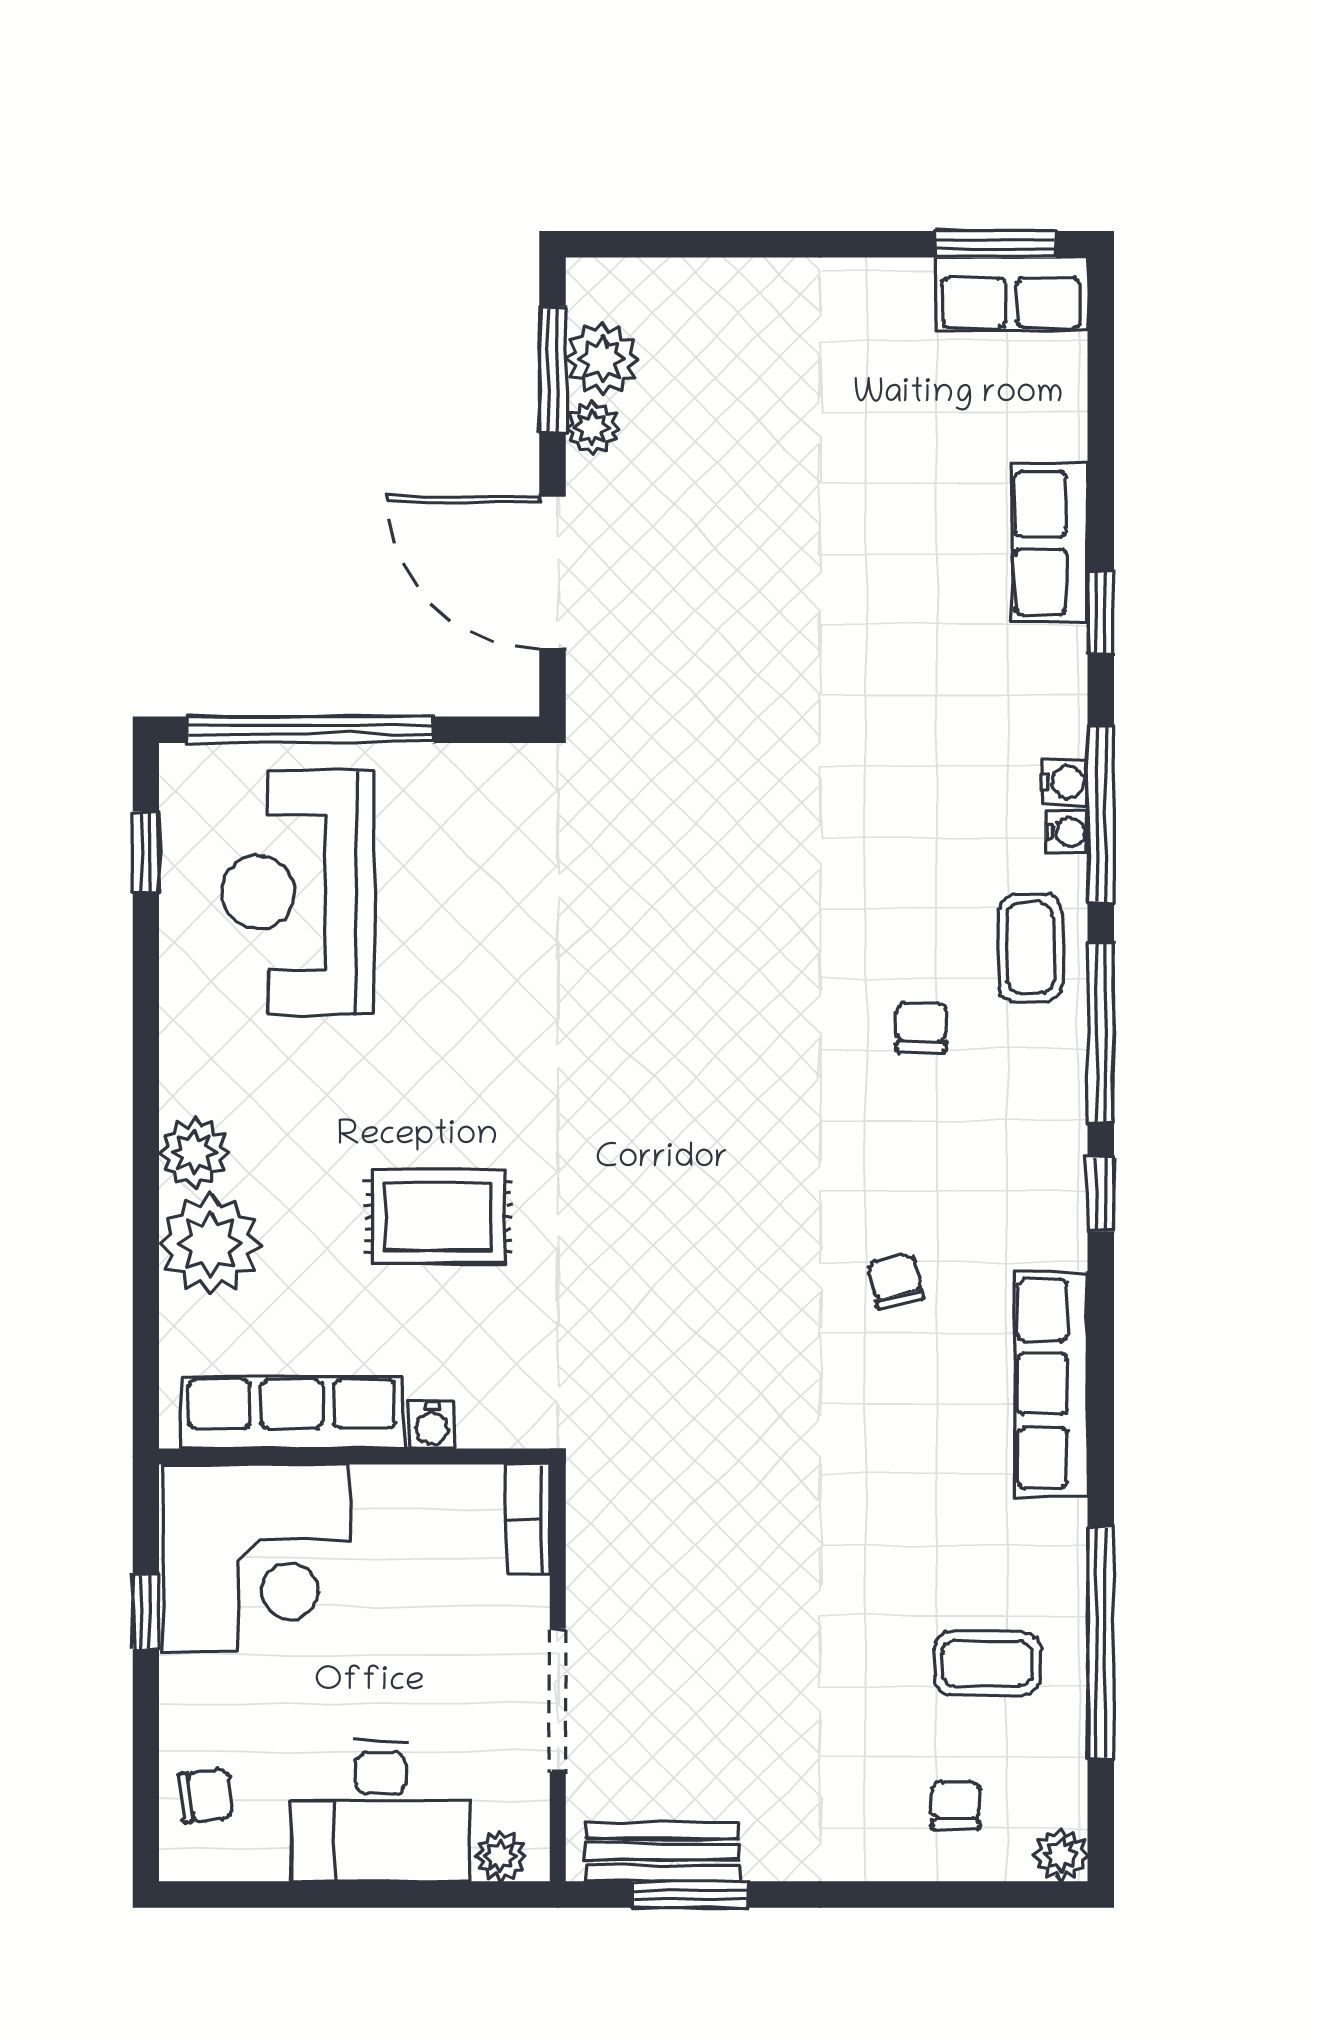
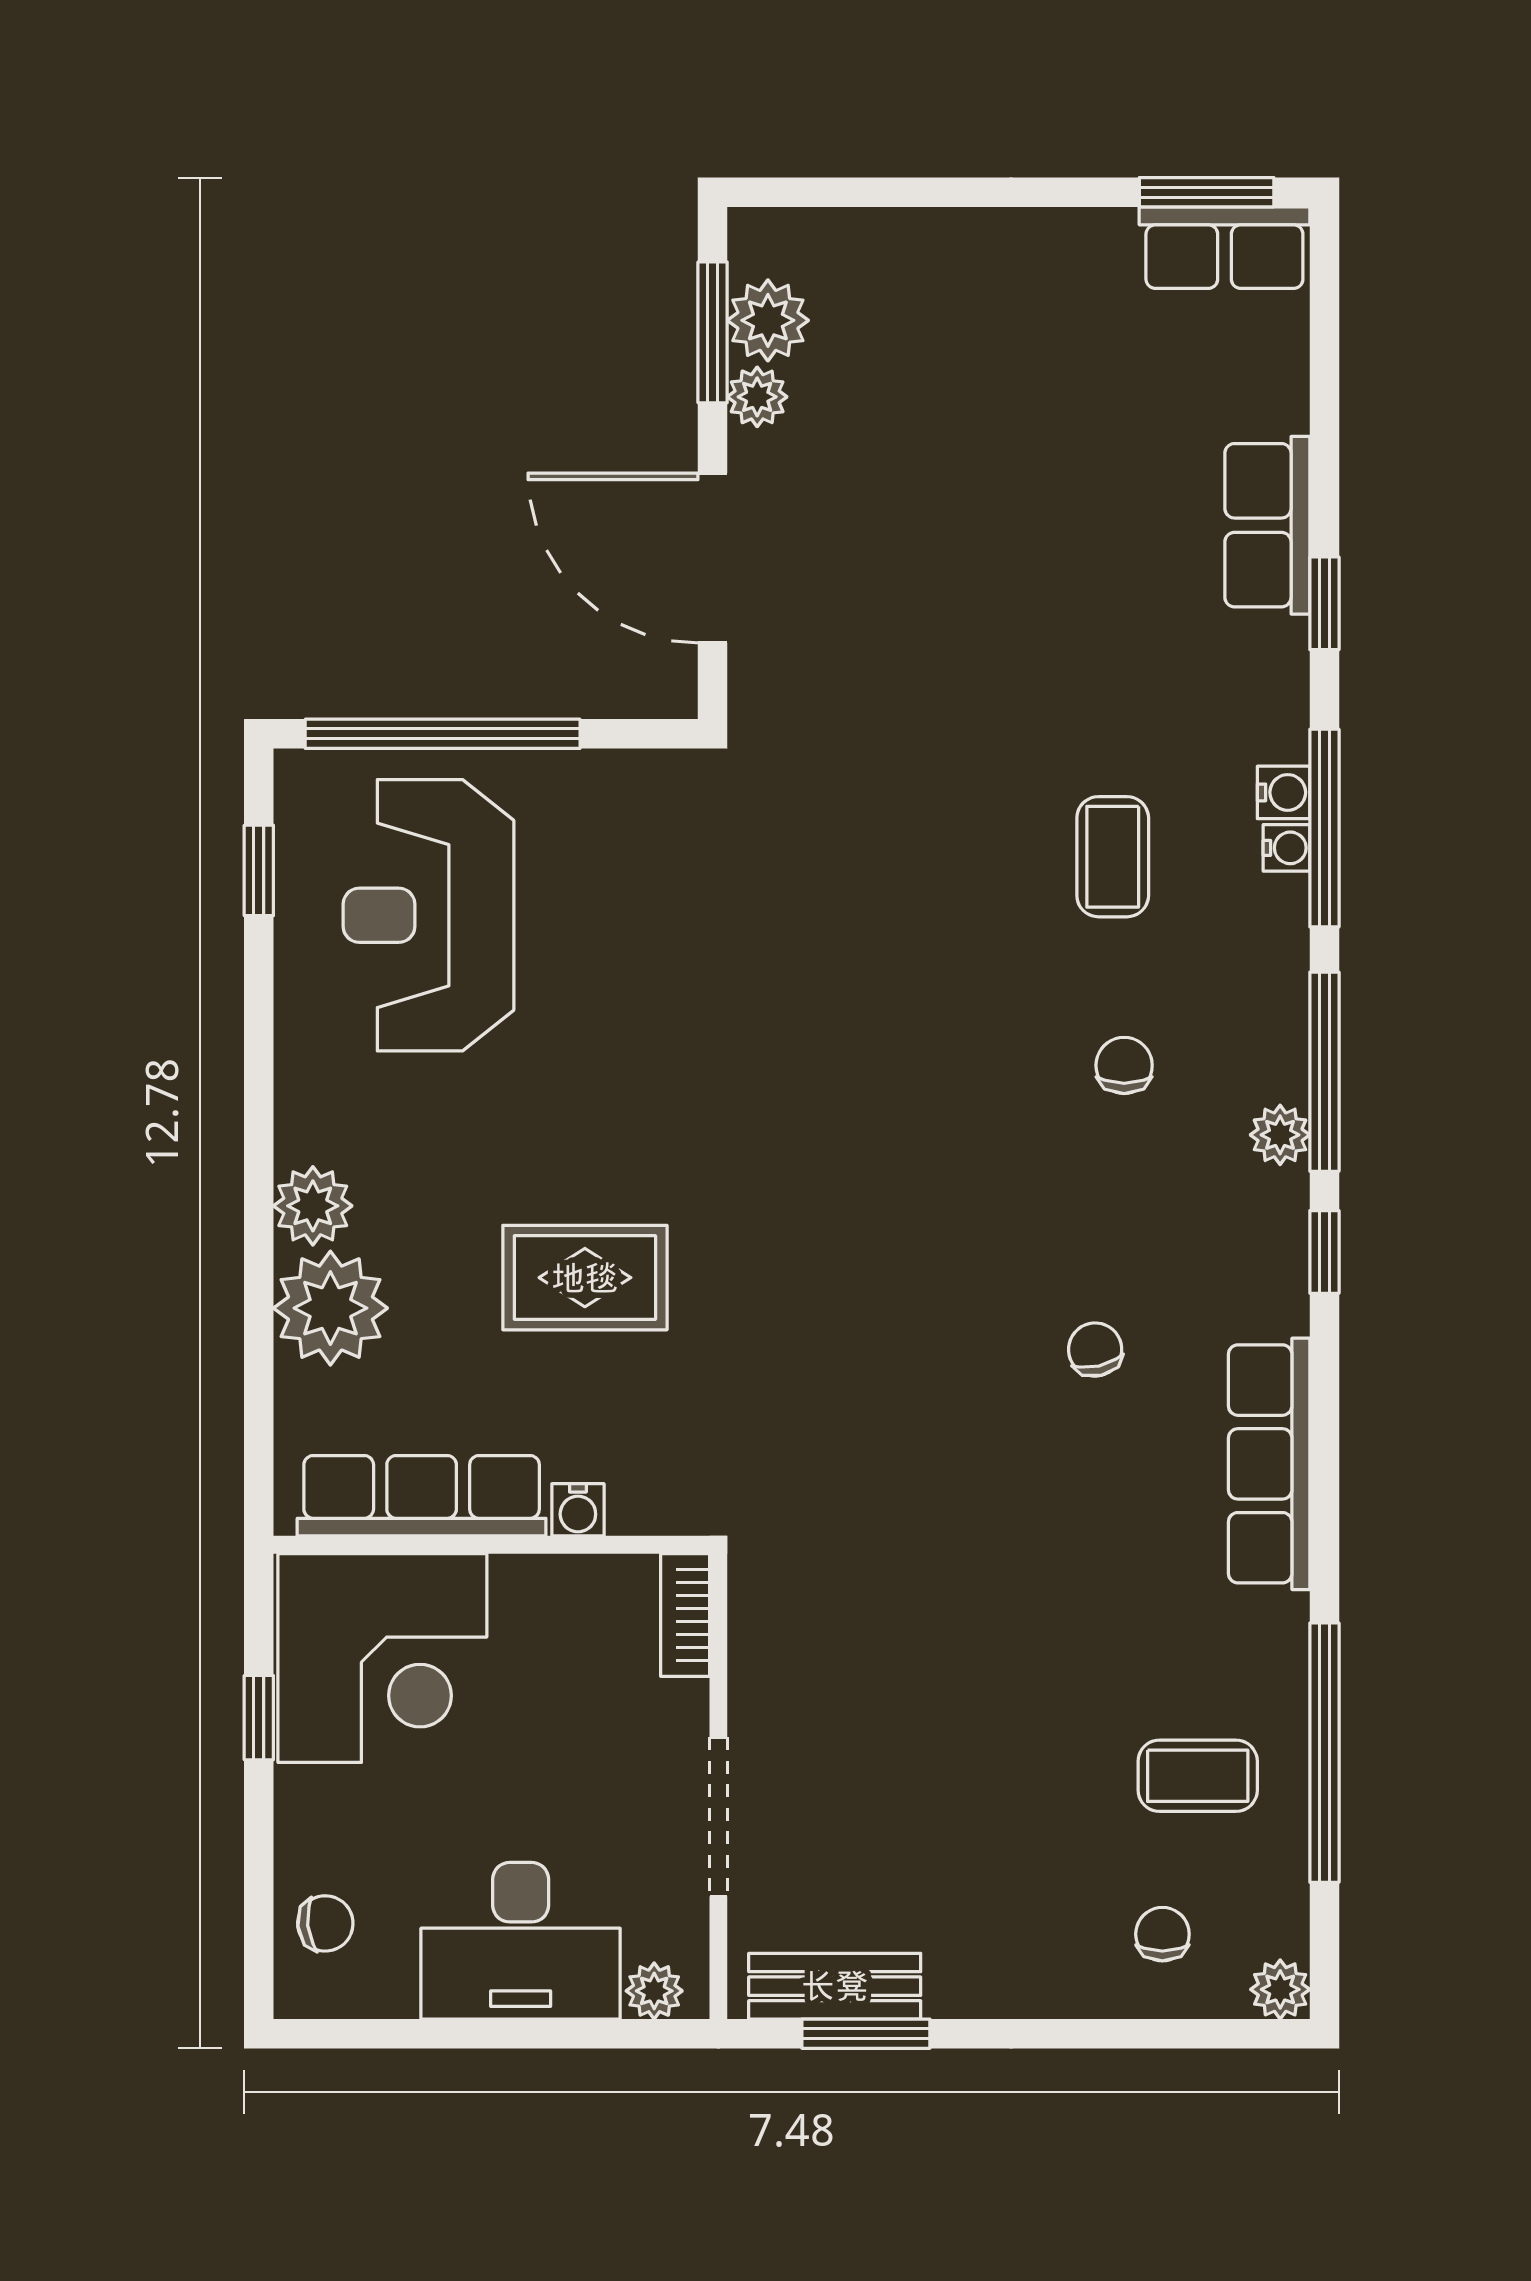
coffee table: (1030, 948) -> (1113, 857), moved
plant: (1061, 1089) -> (1280, 1135), added

